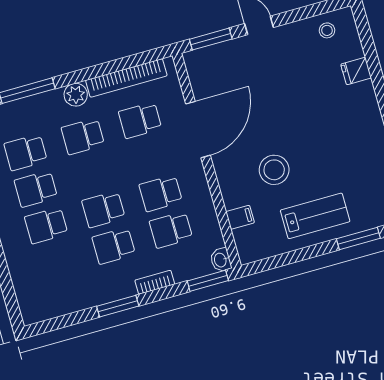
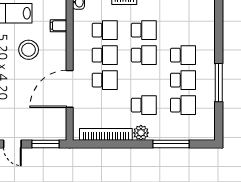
school desk: (140, 120) -> (105, 80), moved

